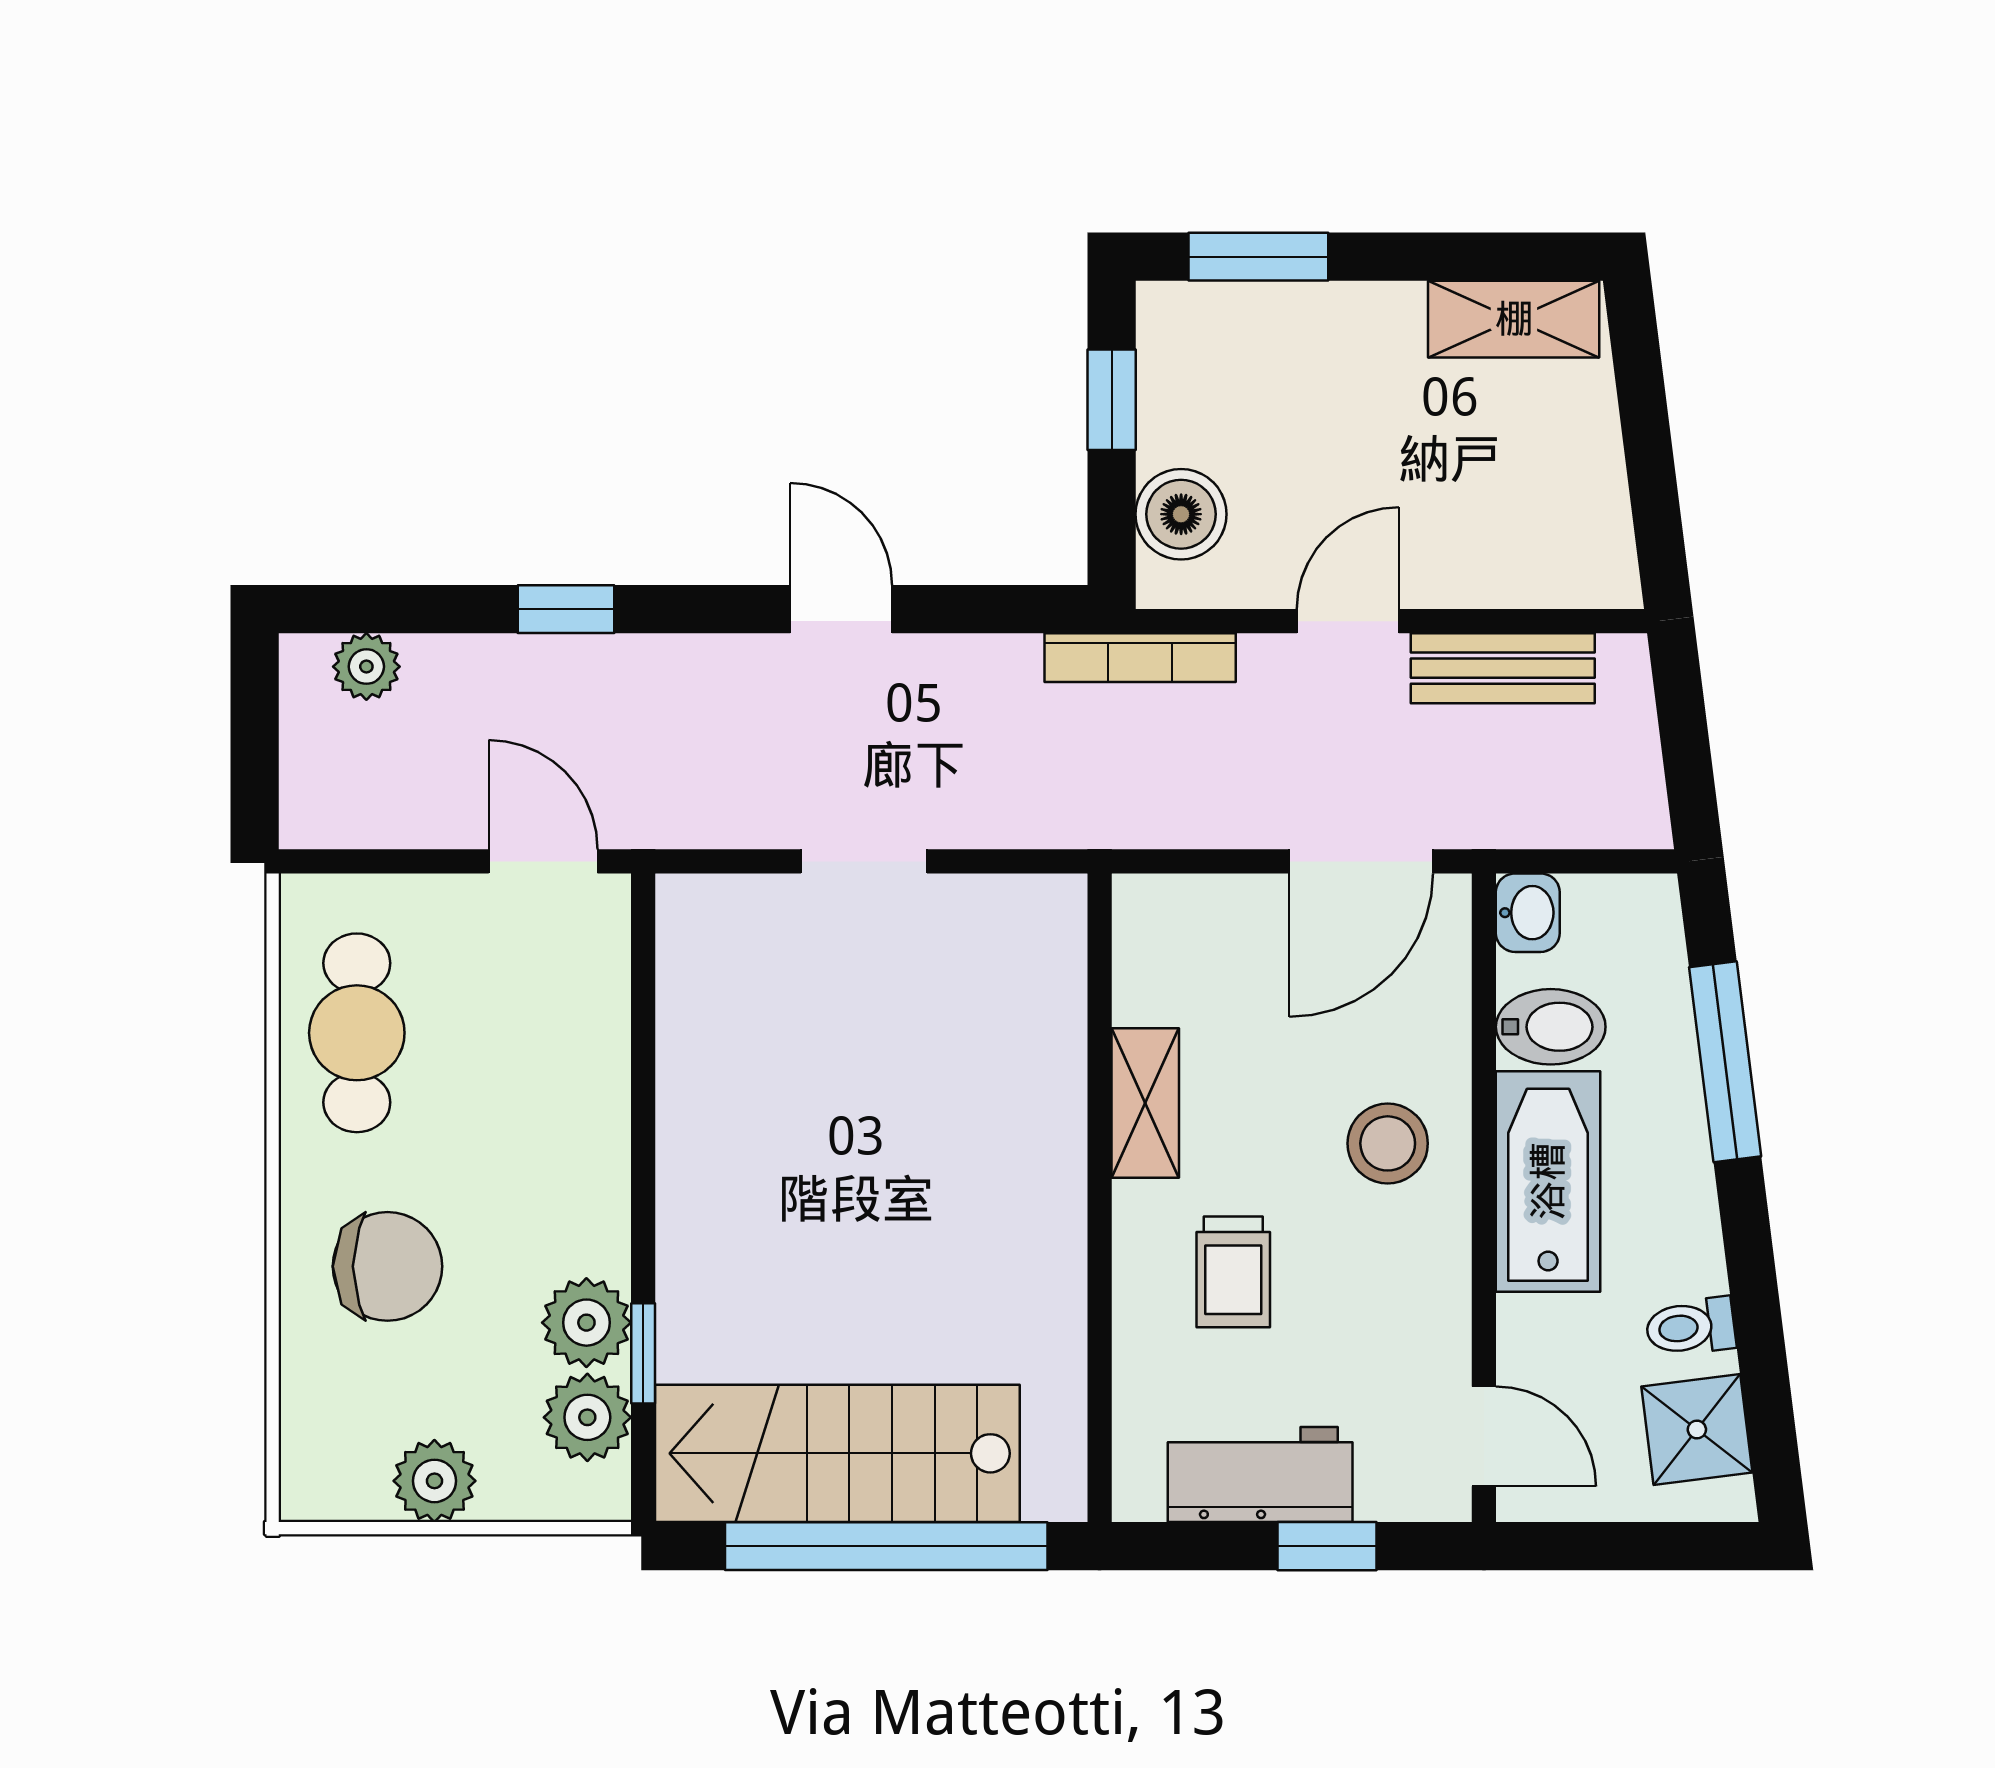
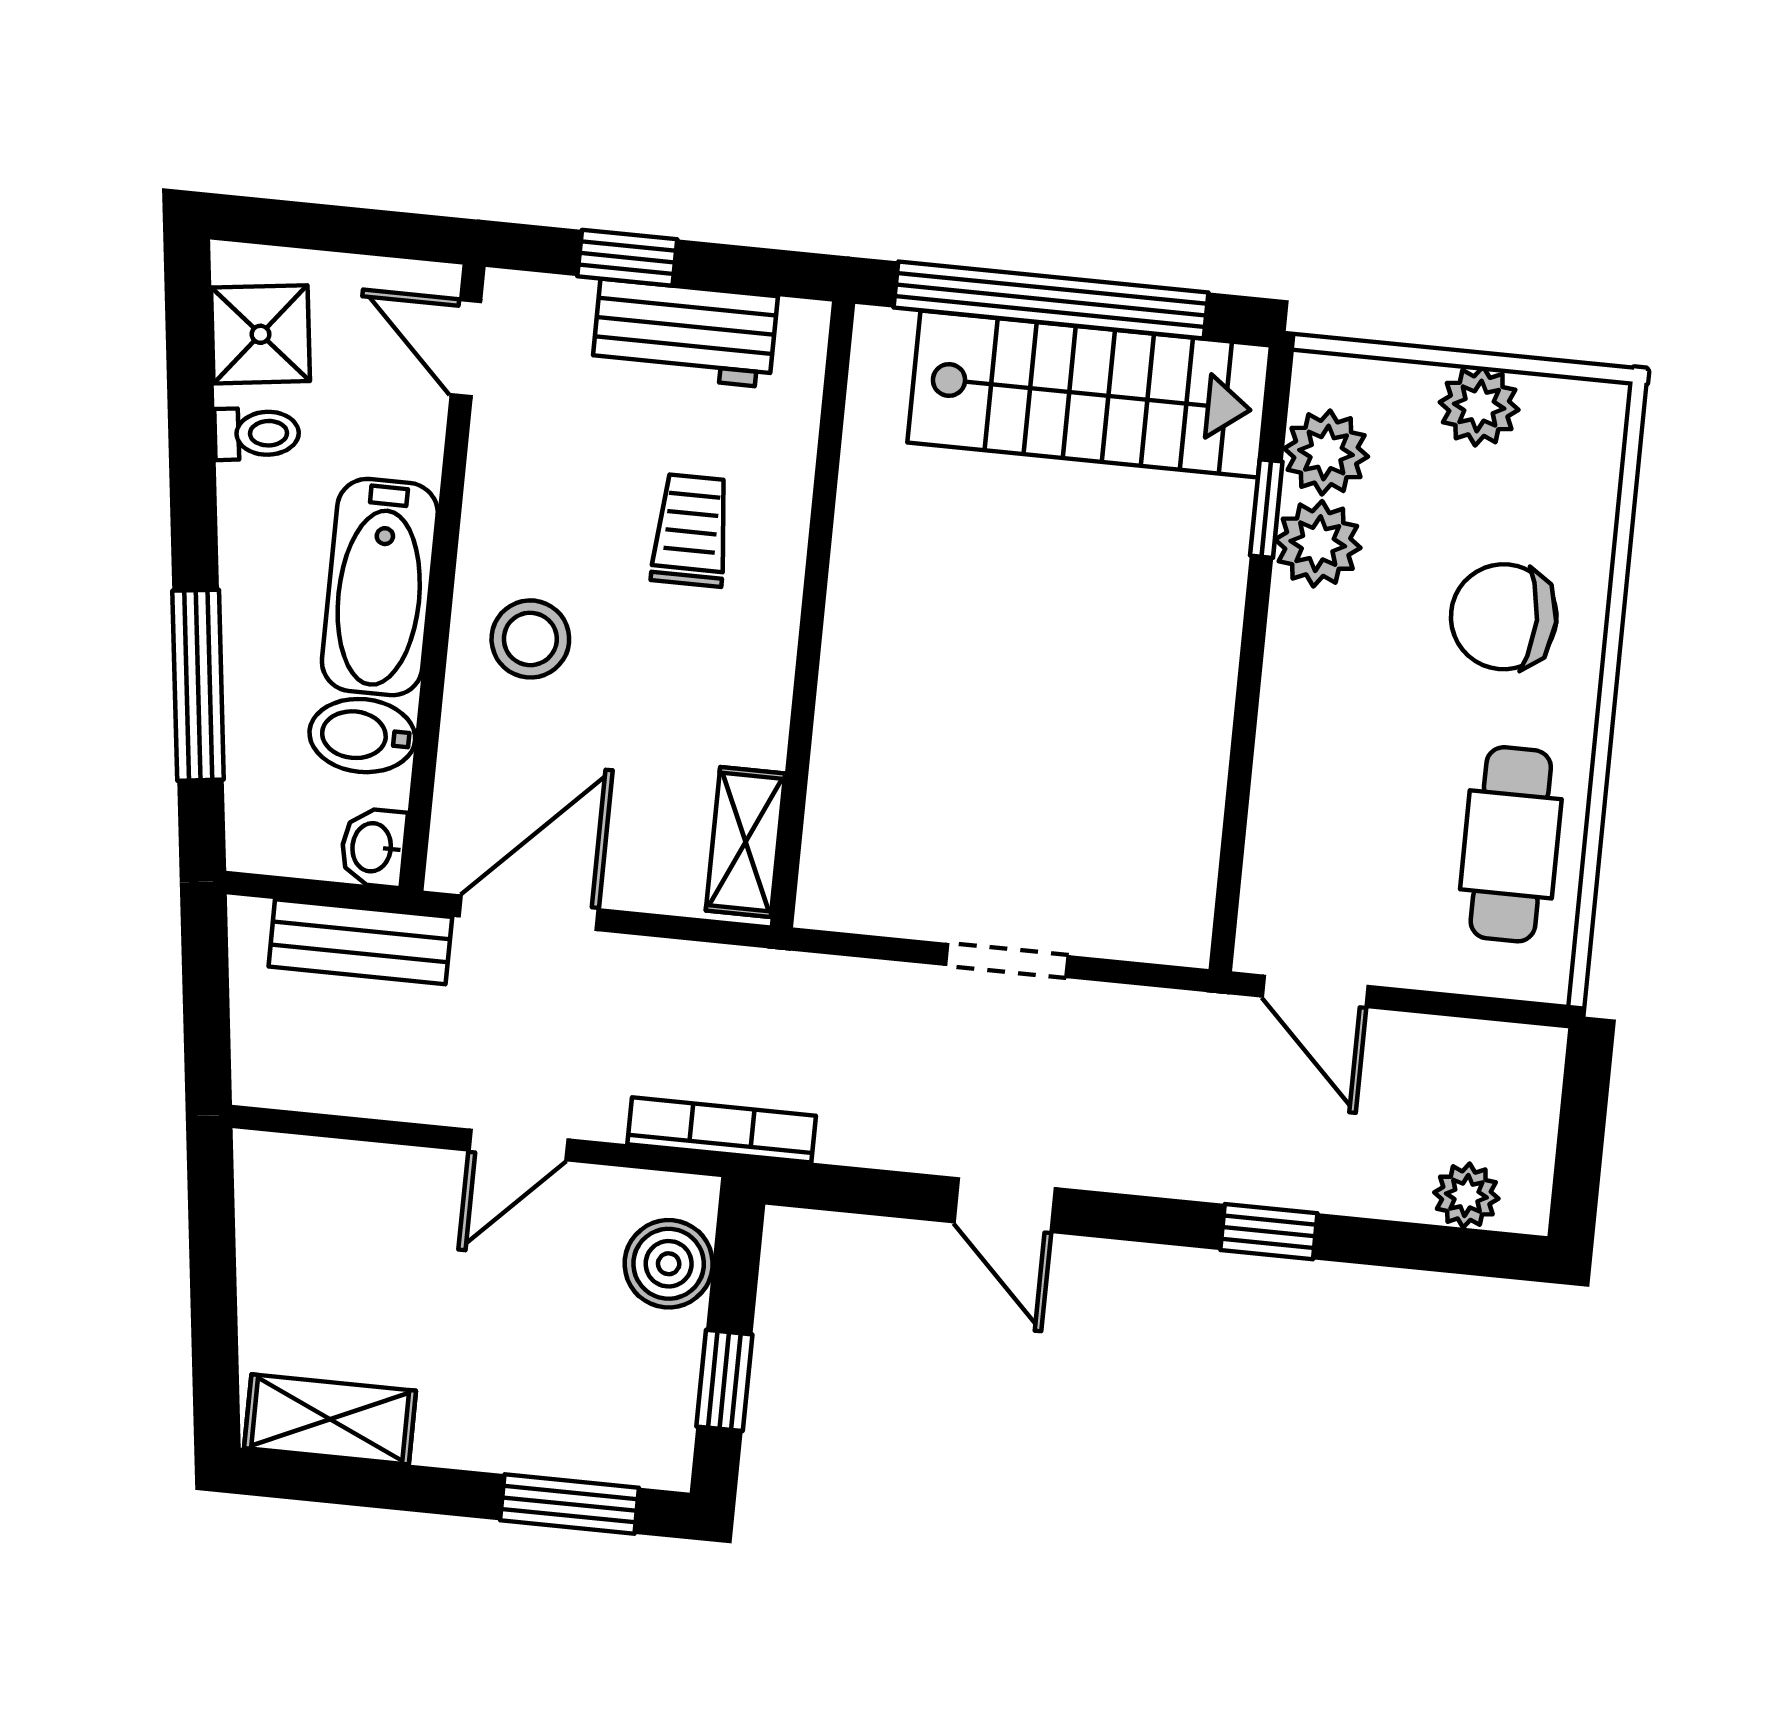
bench: (1503, 668) -> (360, 942), moved
shelving: (1145, 1103) -> (745, 842), moved

